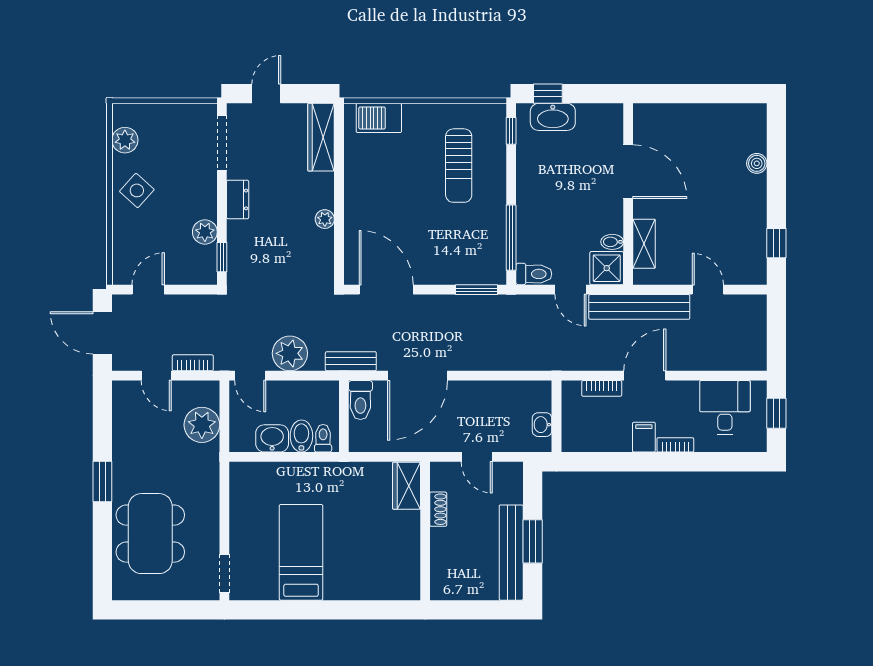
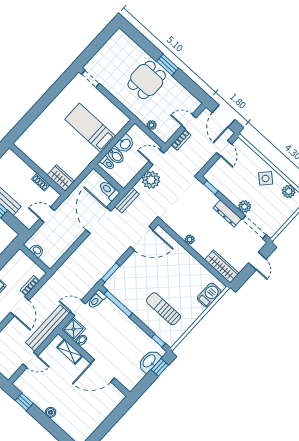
boiler: (757, 163) -> (51, 412), moved
dresser: (238, 199) -> (227, 213), width x1.44
plant: (205, 232) -> (245, 207), moved
door: (102, 333) -> (224, 116), swing flipped
plant: (202, 425) -> (152, 125), width x0.53, depth x0.53
dining table: (150, 534) -> (147, 80), moved, width x0.73
bed: (301, 552) -> (90, 128), moved, turned 180

